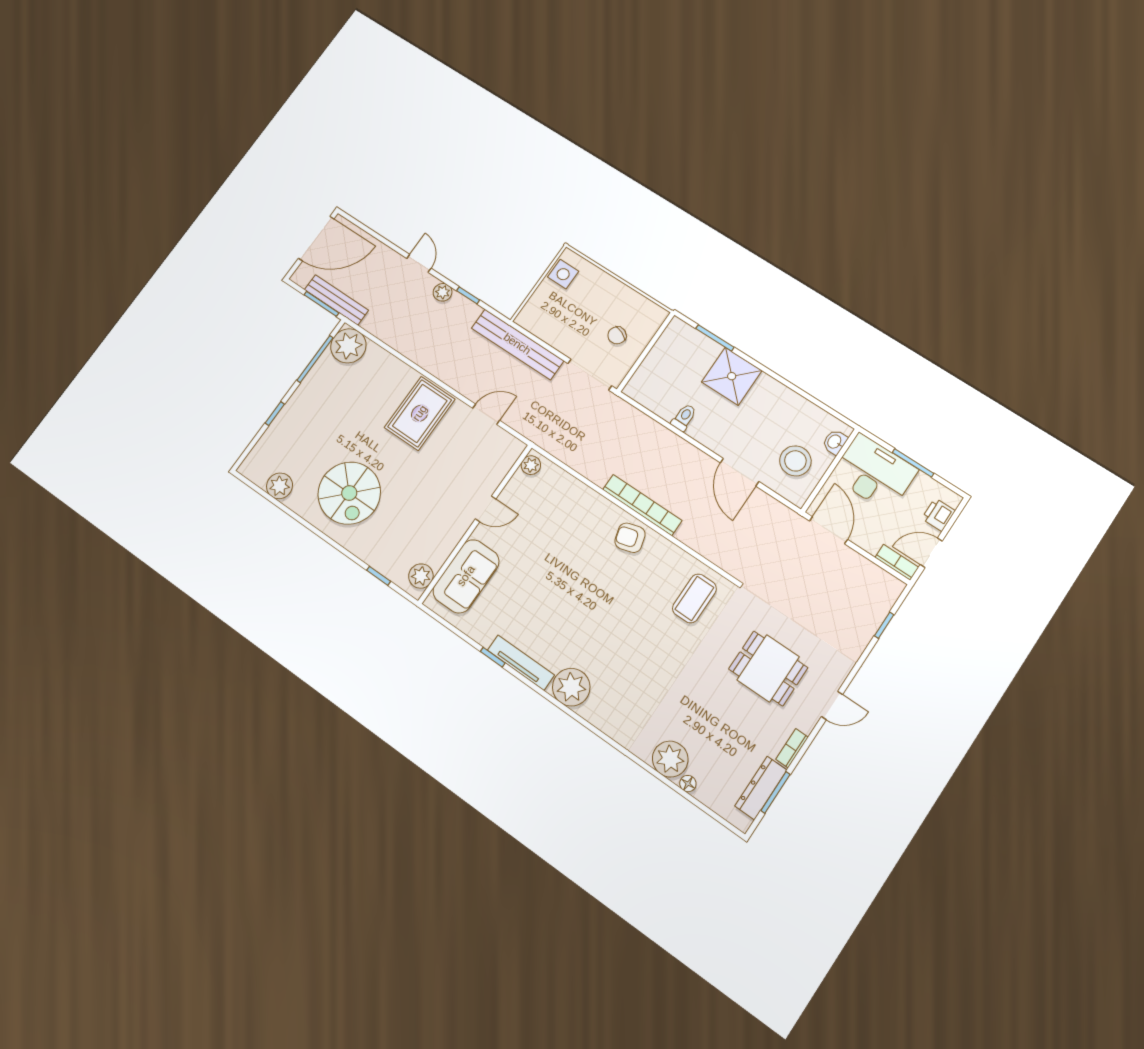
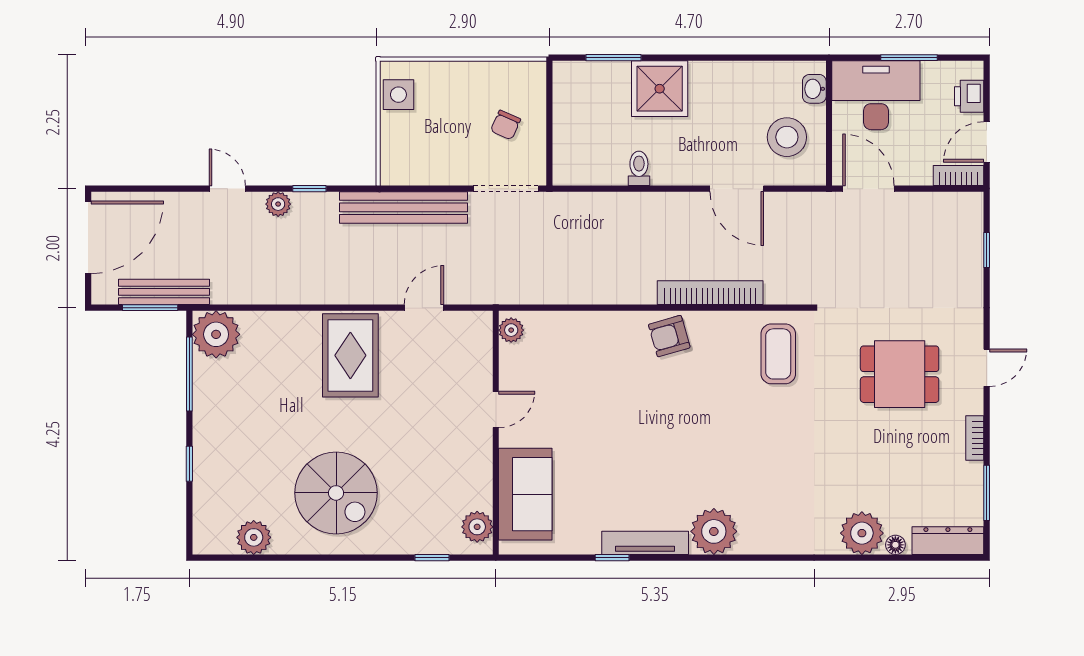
bookcase: (642, 505) -> (710, 293), moved
dresser: (761, 788) -> (948, 541), moved, turned 90

